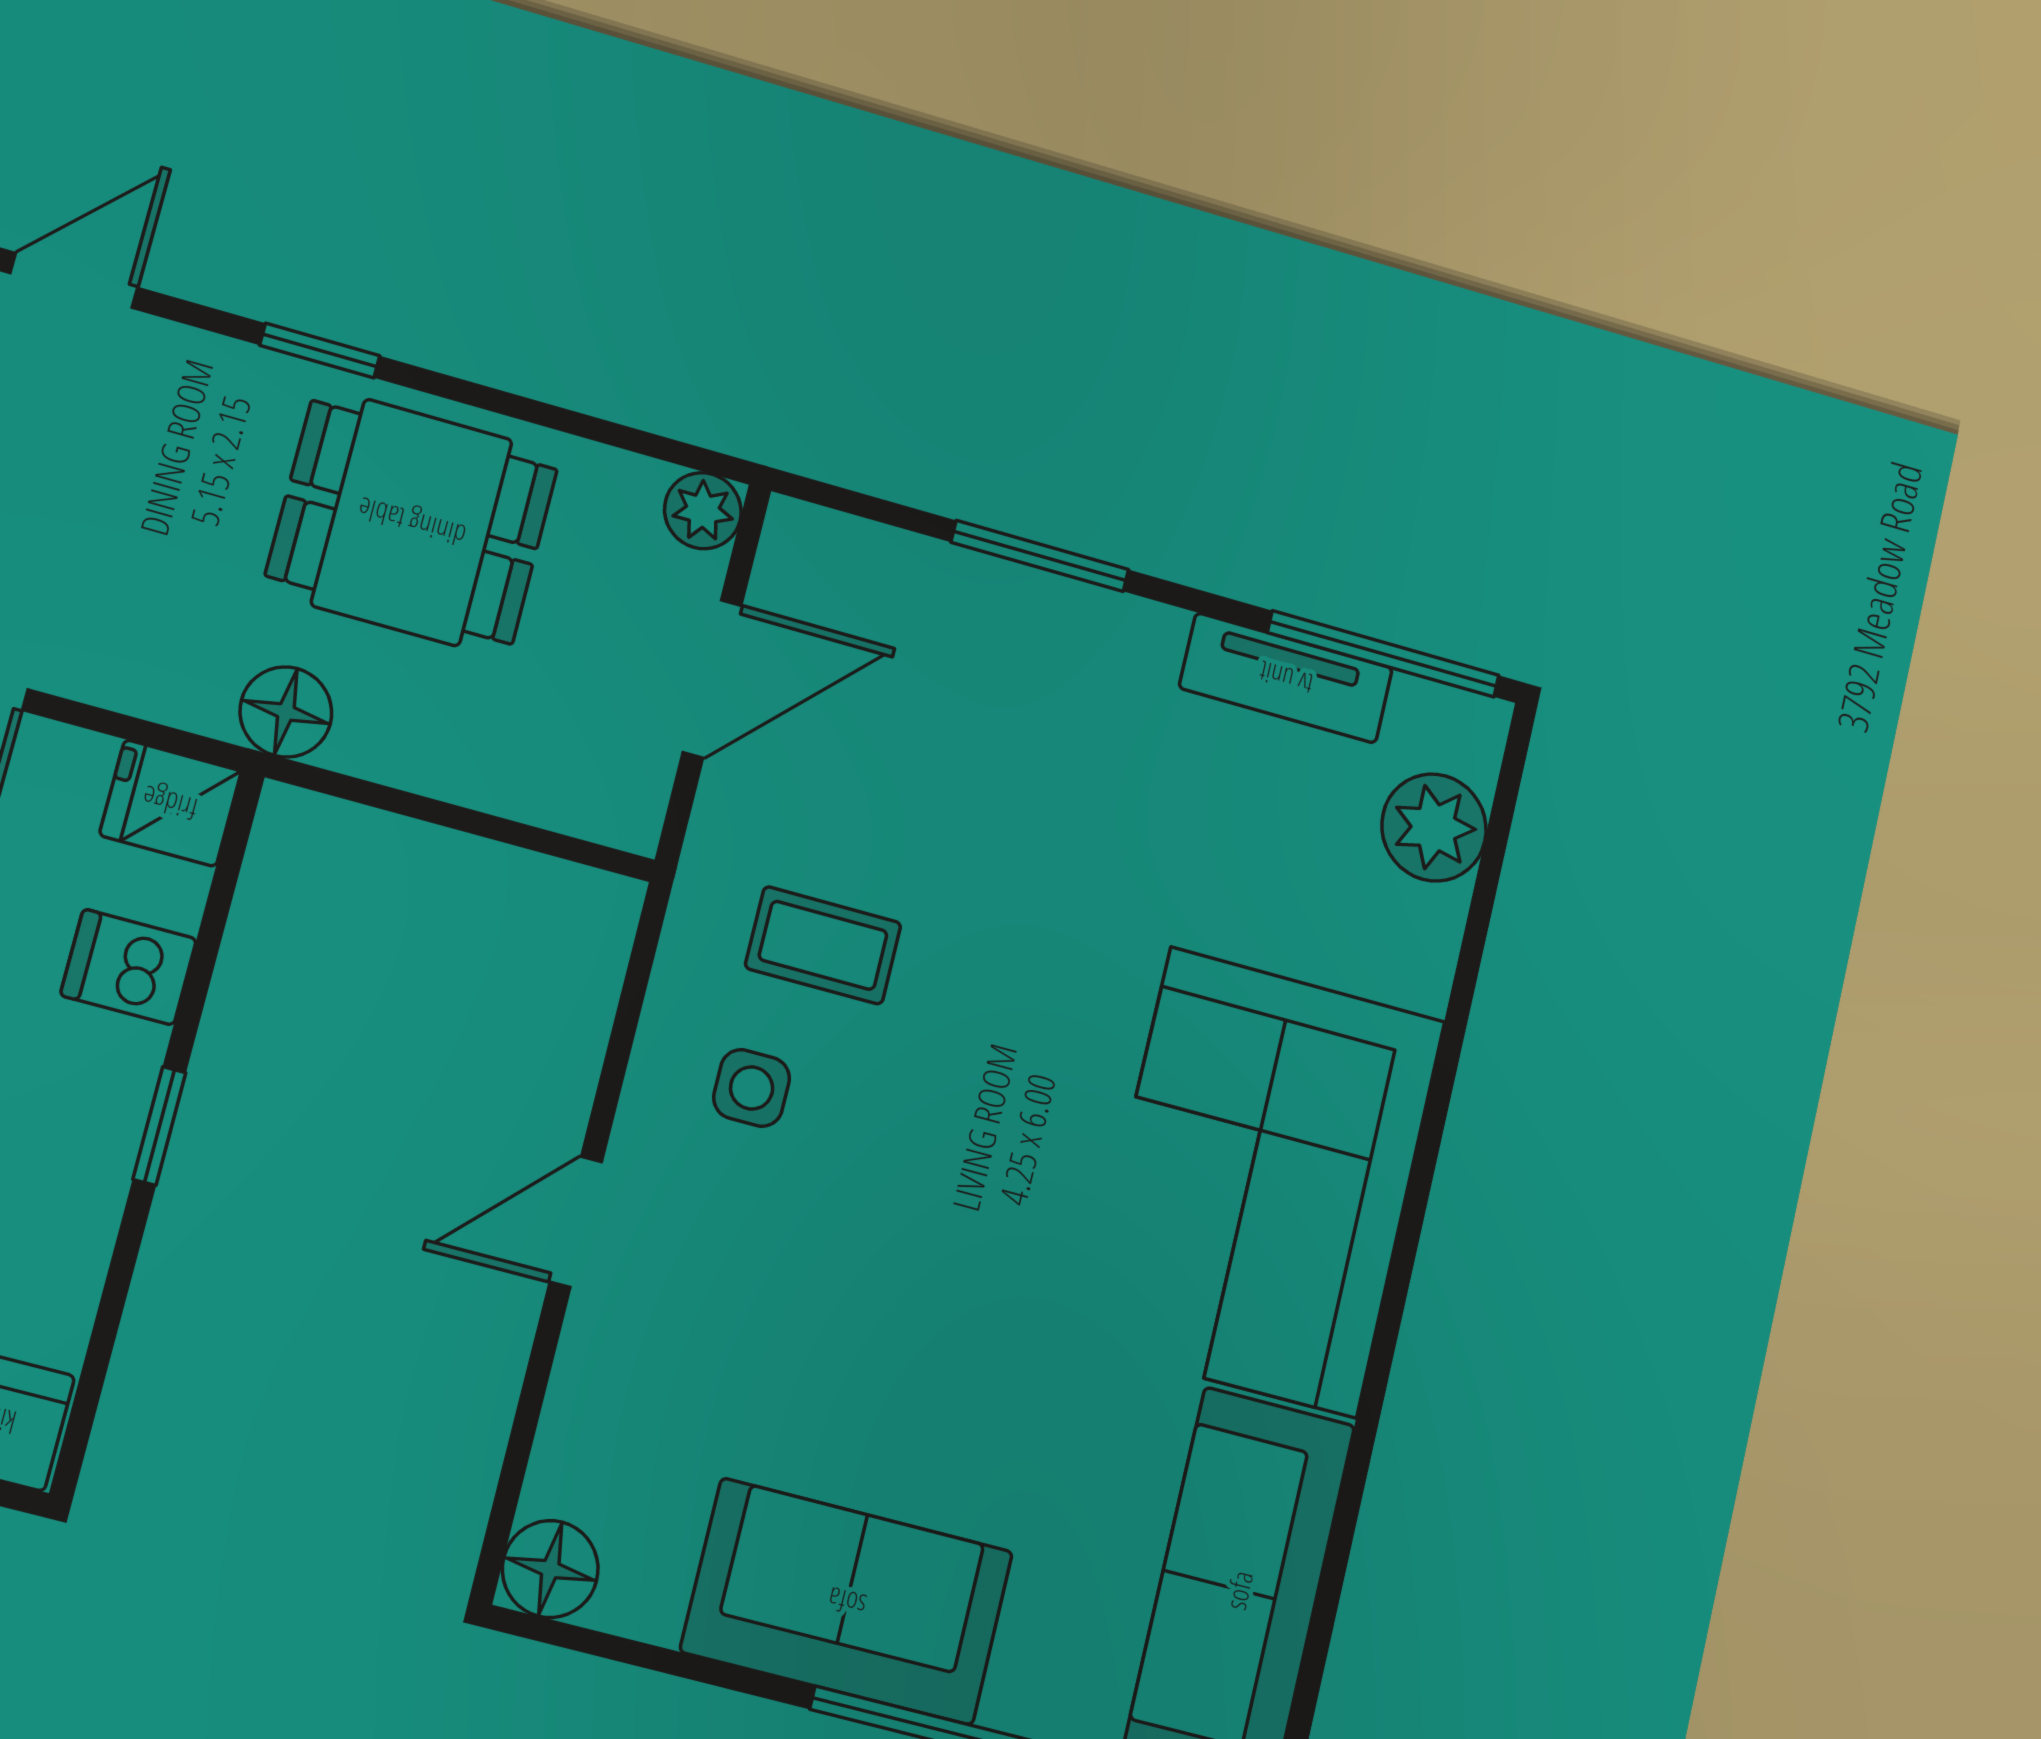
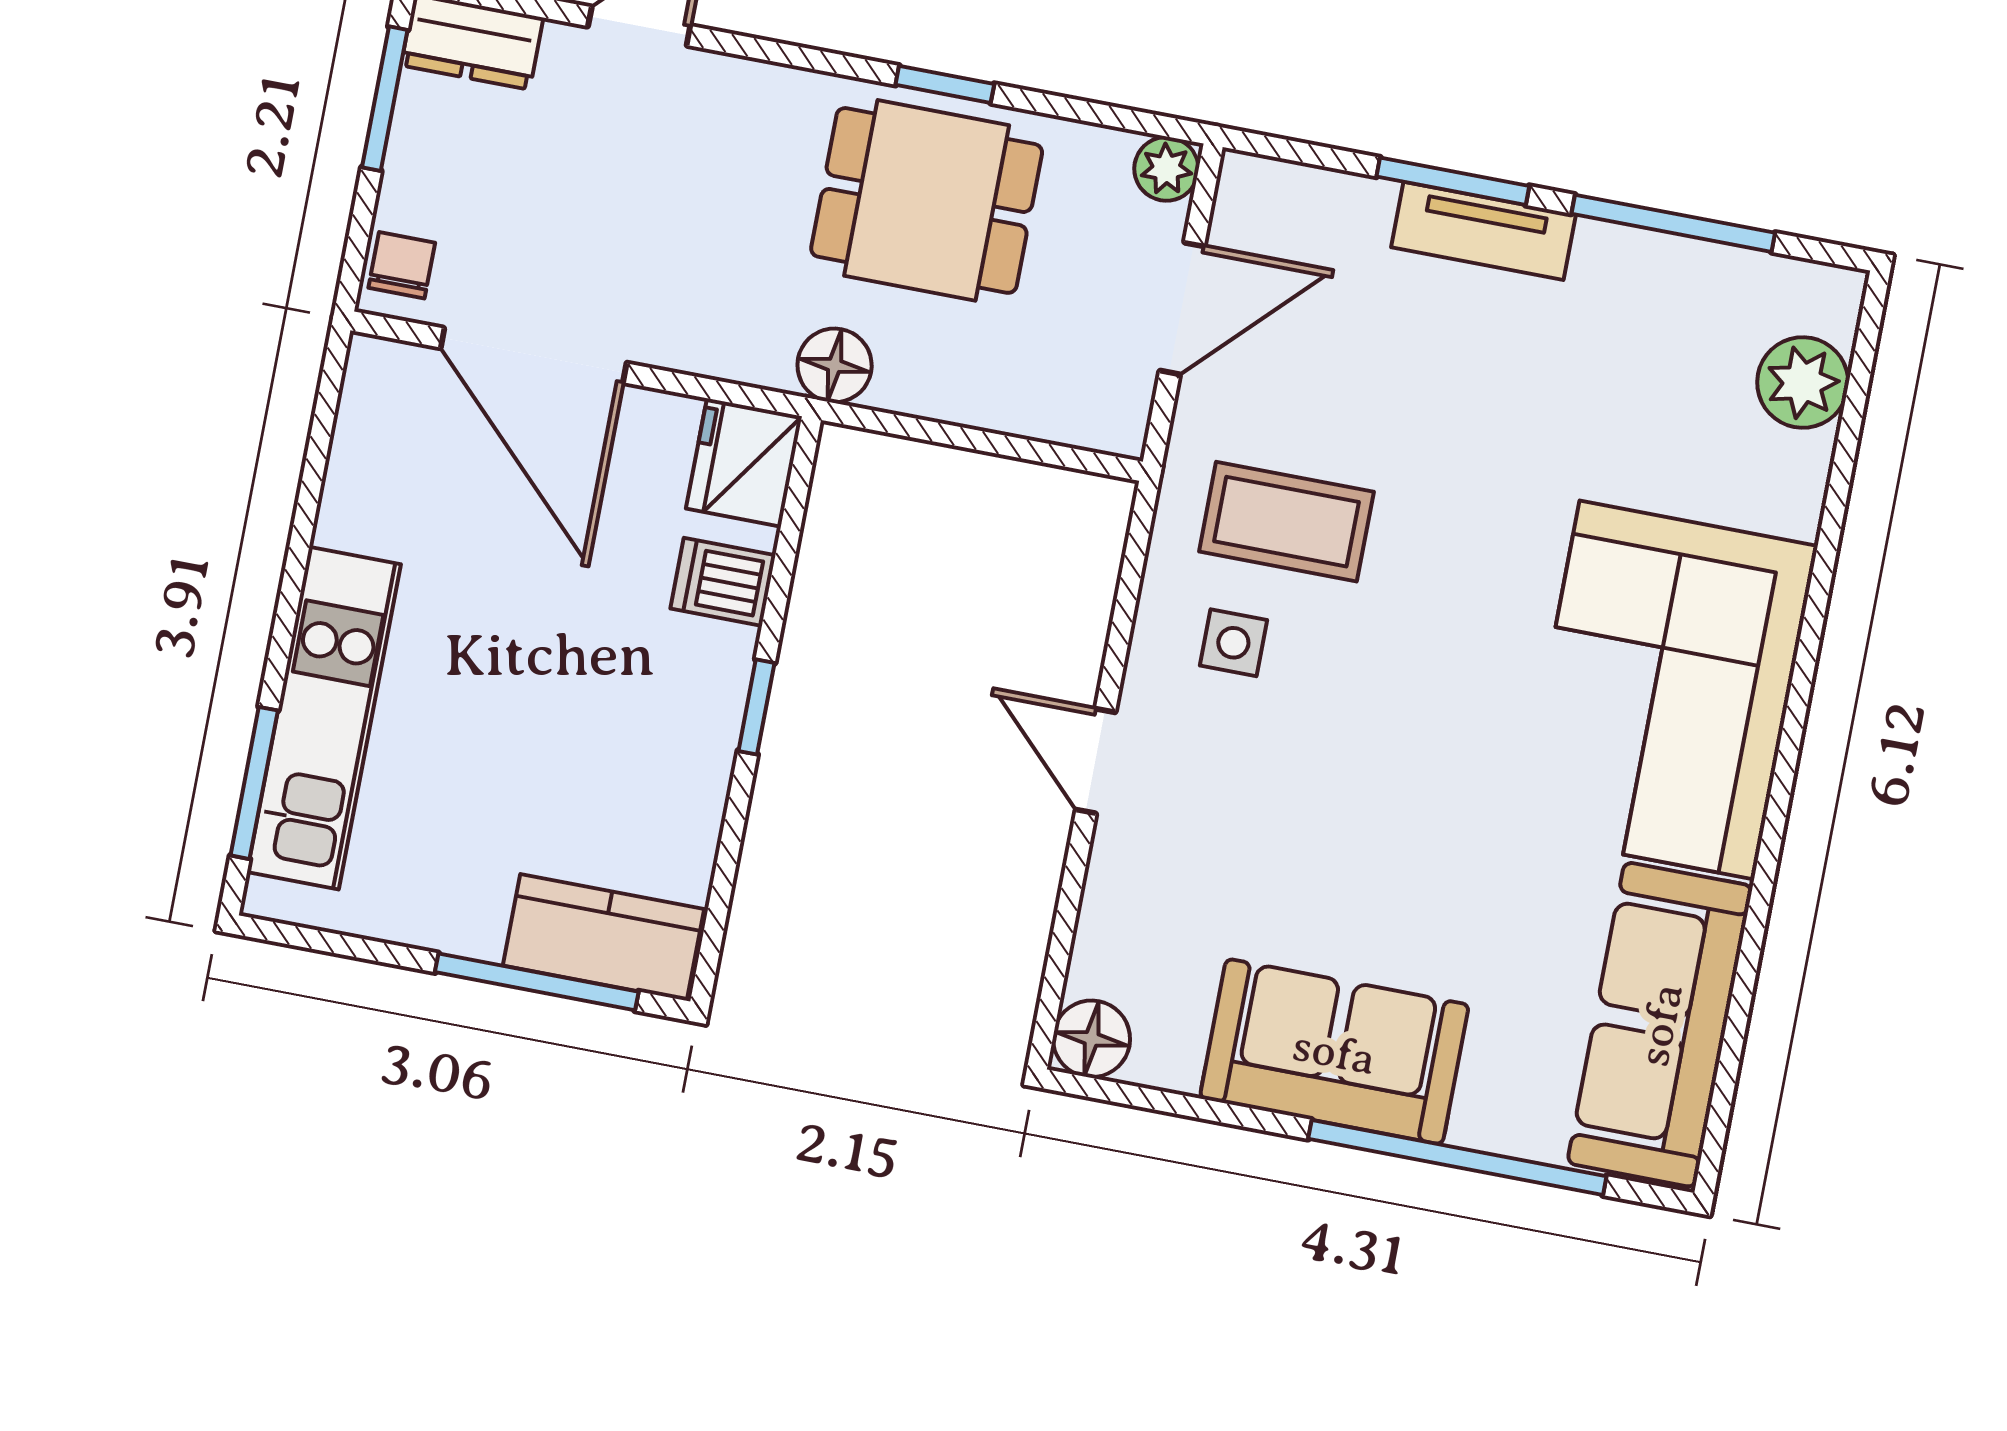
window: (320, 351) -> (945, 84), moved
window: (1383, 654) -> (1673, 223), moved
tv unit: (1286, 678) -> (1484, 231), moved
fridge: (170, 803) -> (744, 463), width x1.38
coffee table: (823, 945) -> (1286, 522), width x1.36, depth x1.30
door: (576, 1222) -> (1096, 761), hinge flipped

